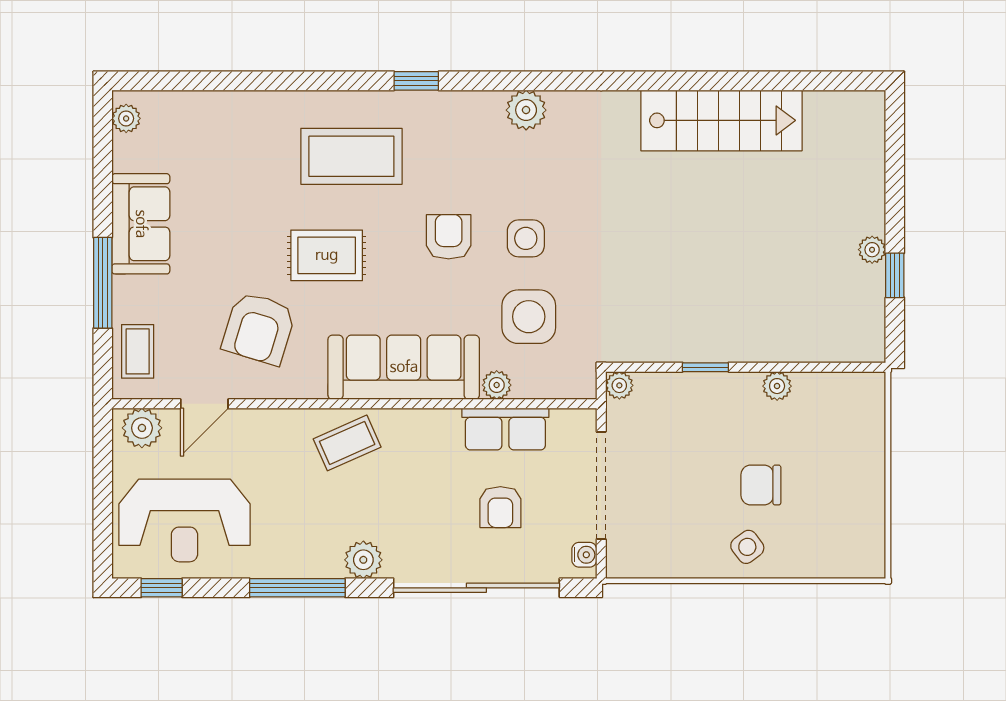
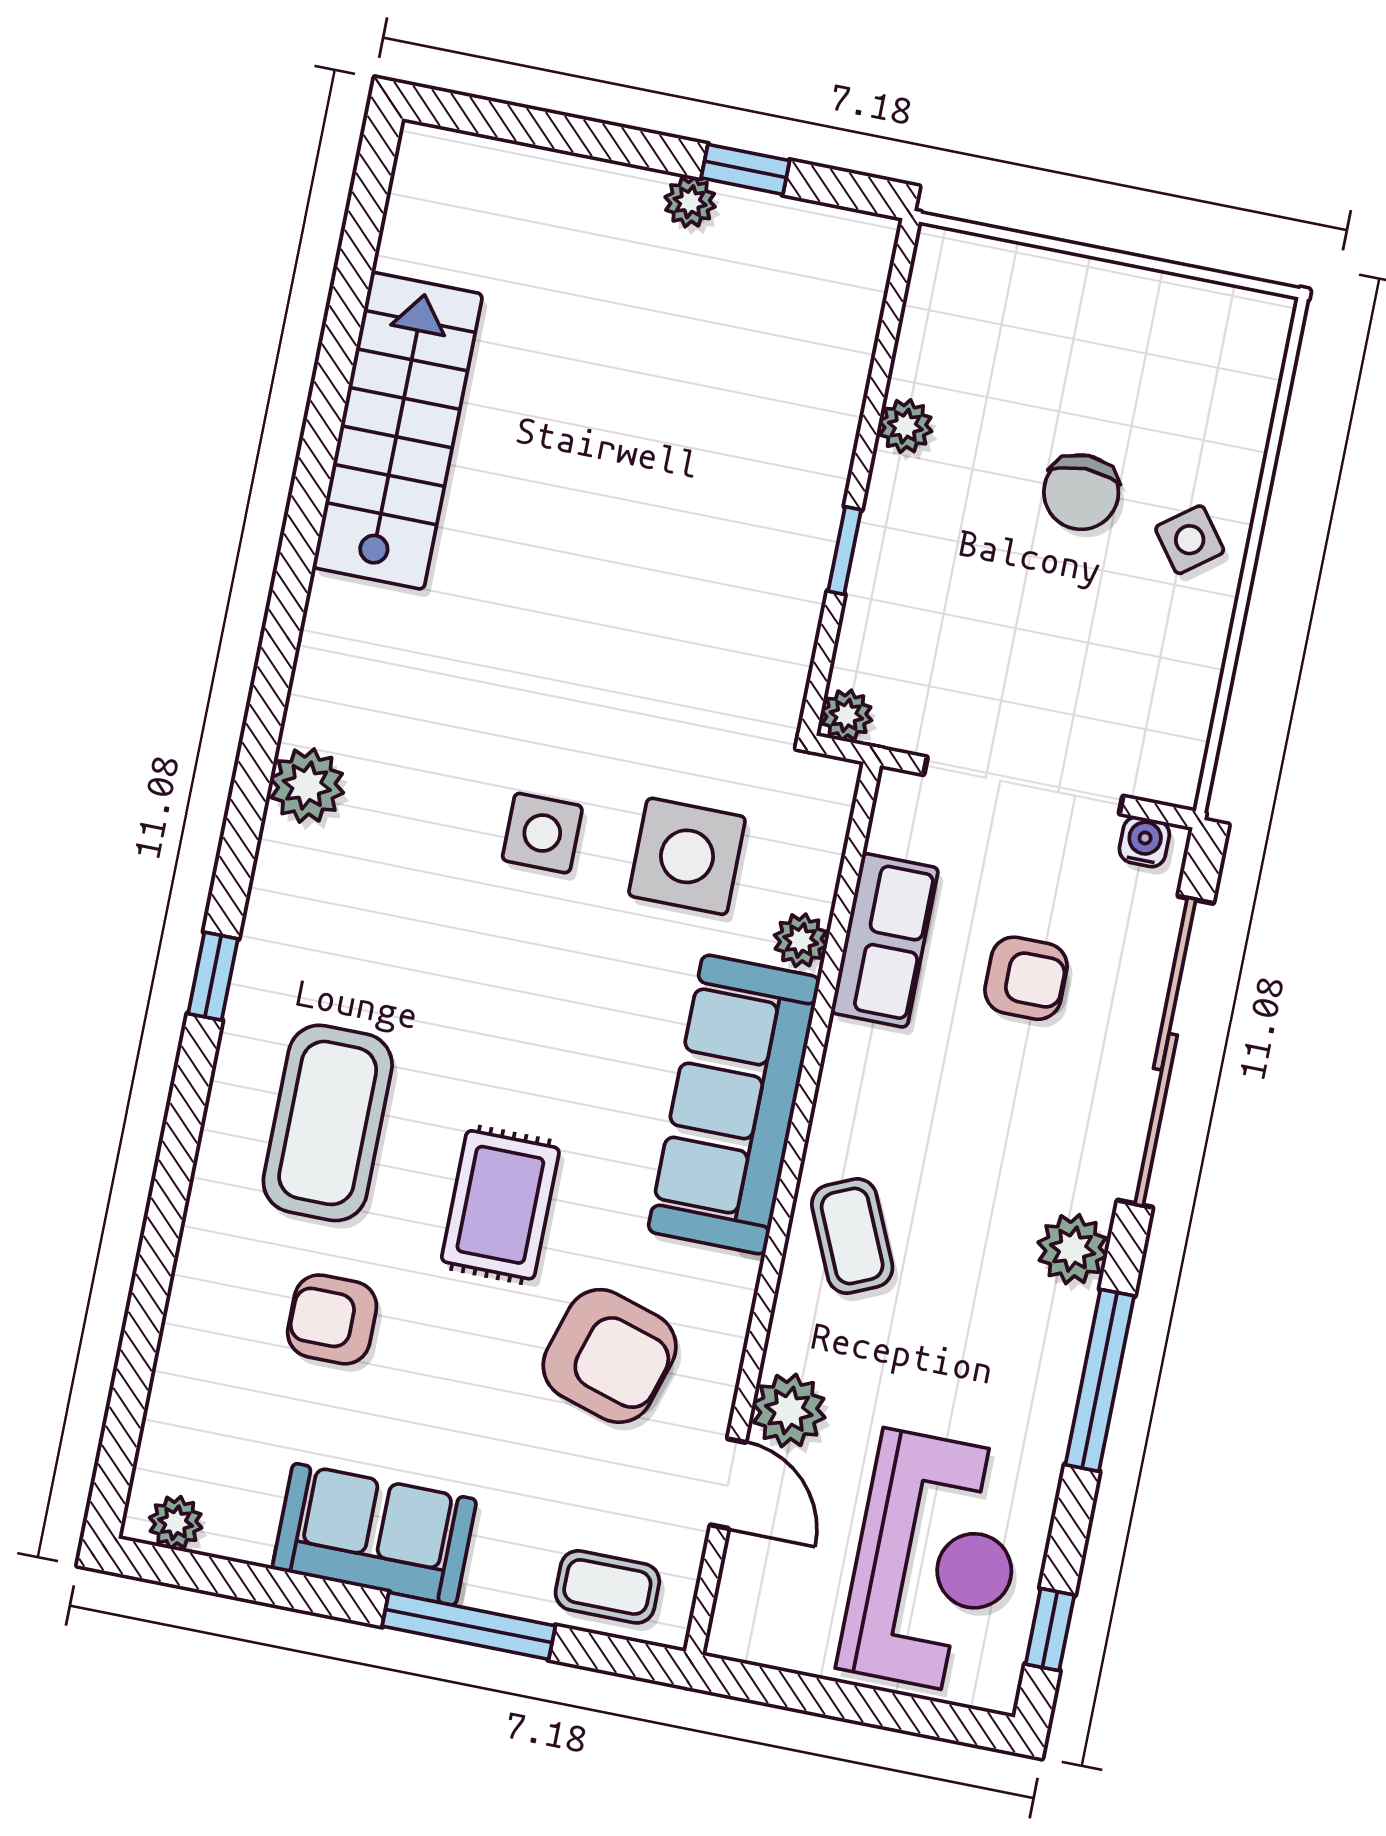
armchair: (449, 237) -> (332, 1319), moved
plant: (142, 428) -> (789, 1410), moved

